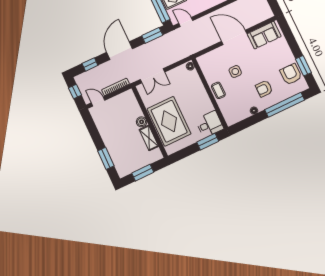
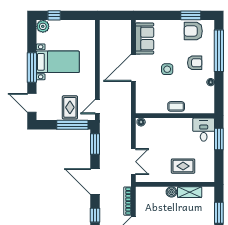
side table: (235, 71) -> (167, 69), moved
armchair: (264, 89) -> (195, 63), turned -90
rug: (169, 121) -> (183, 166), width x0.54, depth x0.49

